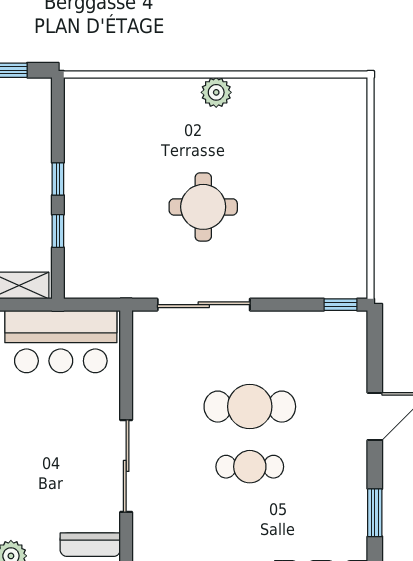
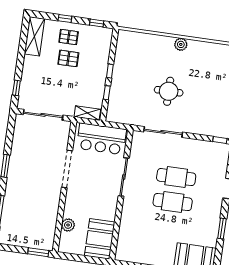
sliding door: (126, 466) -> (124, 177), moved
cafe table: (250, 467) -> (173, 202), width x1.37, depth x1.35

